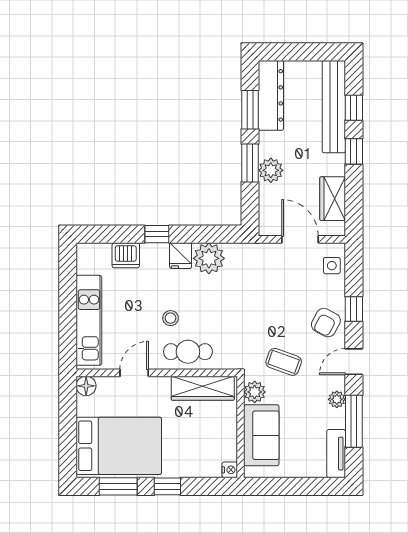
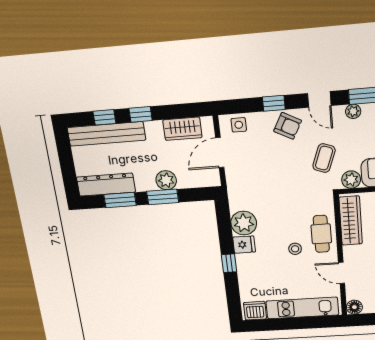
dishwasher: (126, 255) -> (255, 311), moved, turned -90

